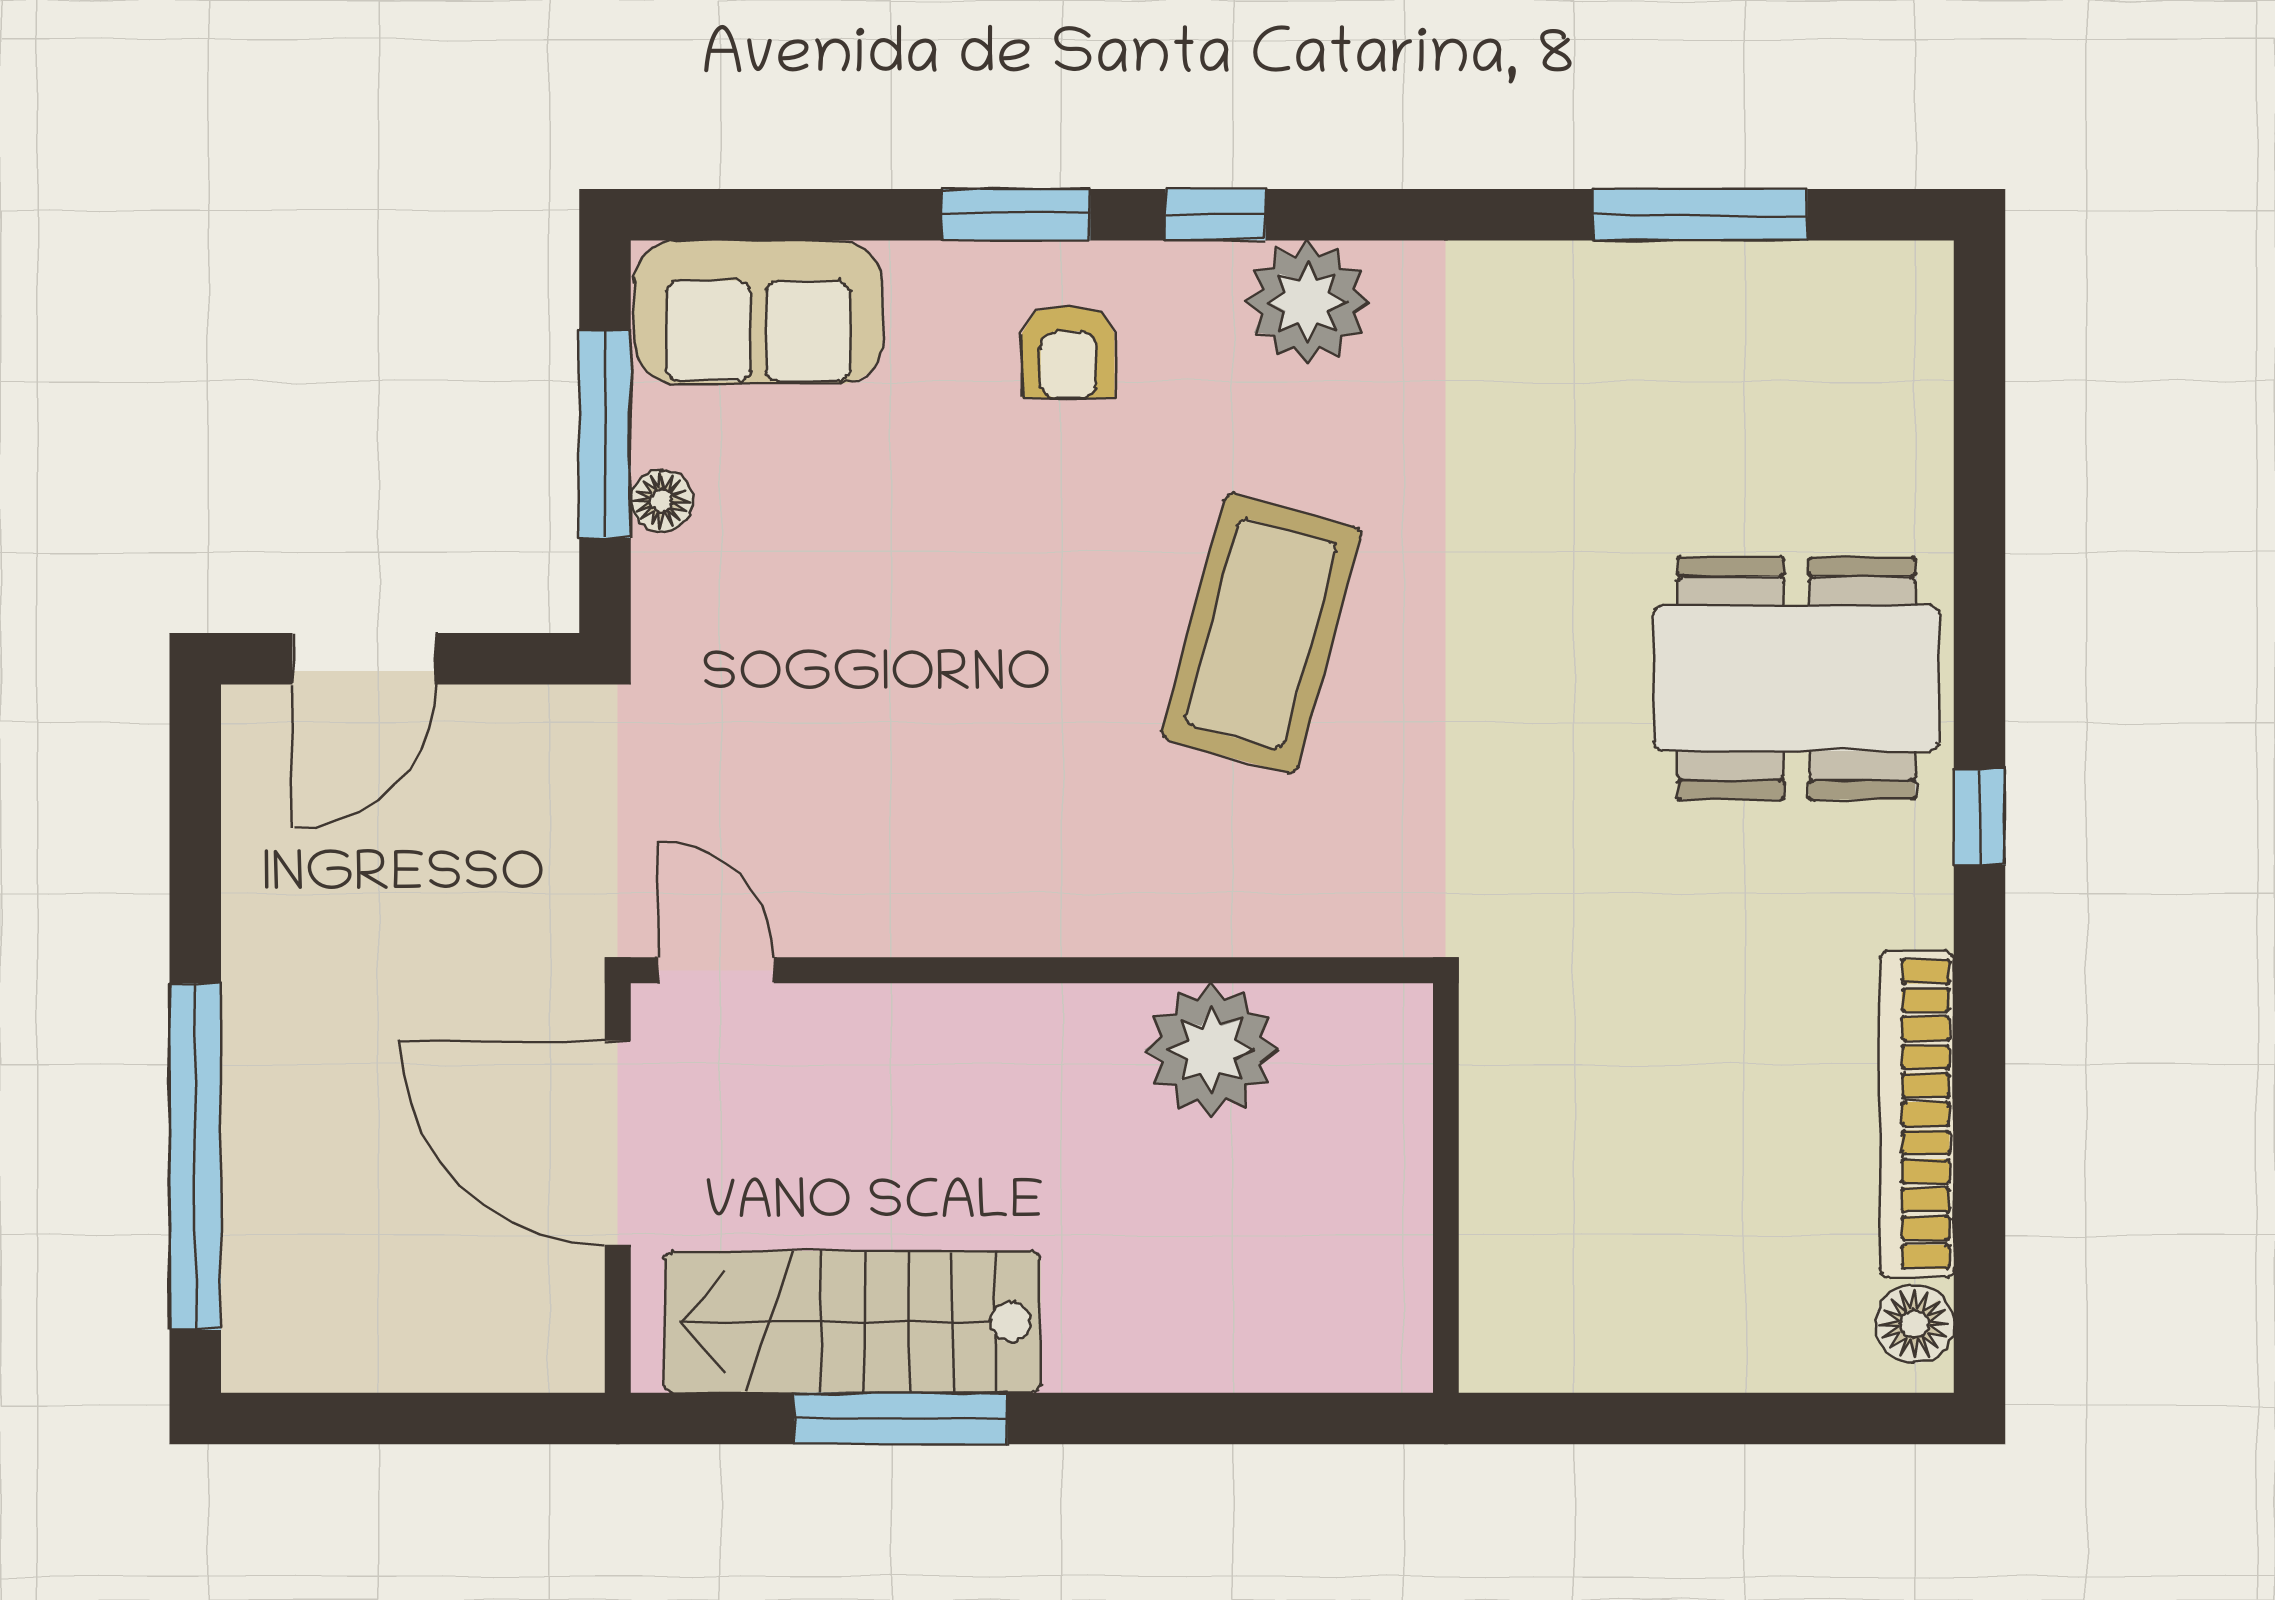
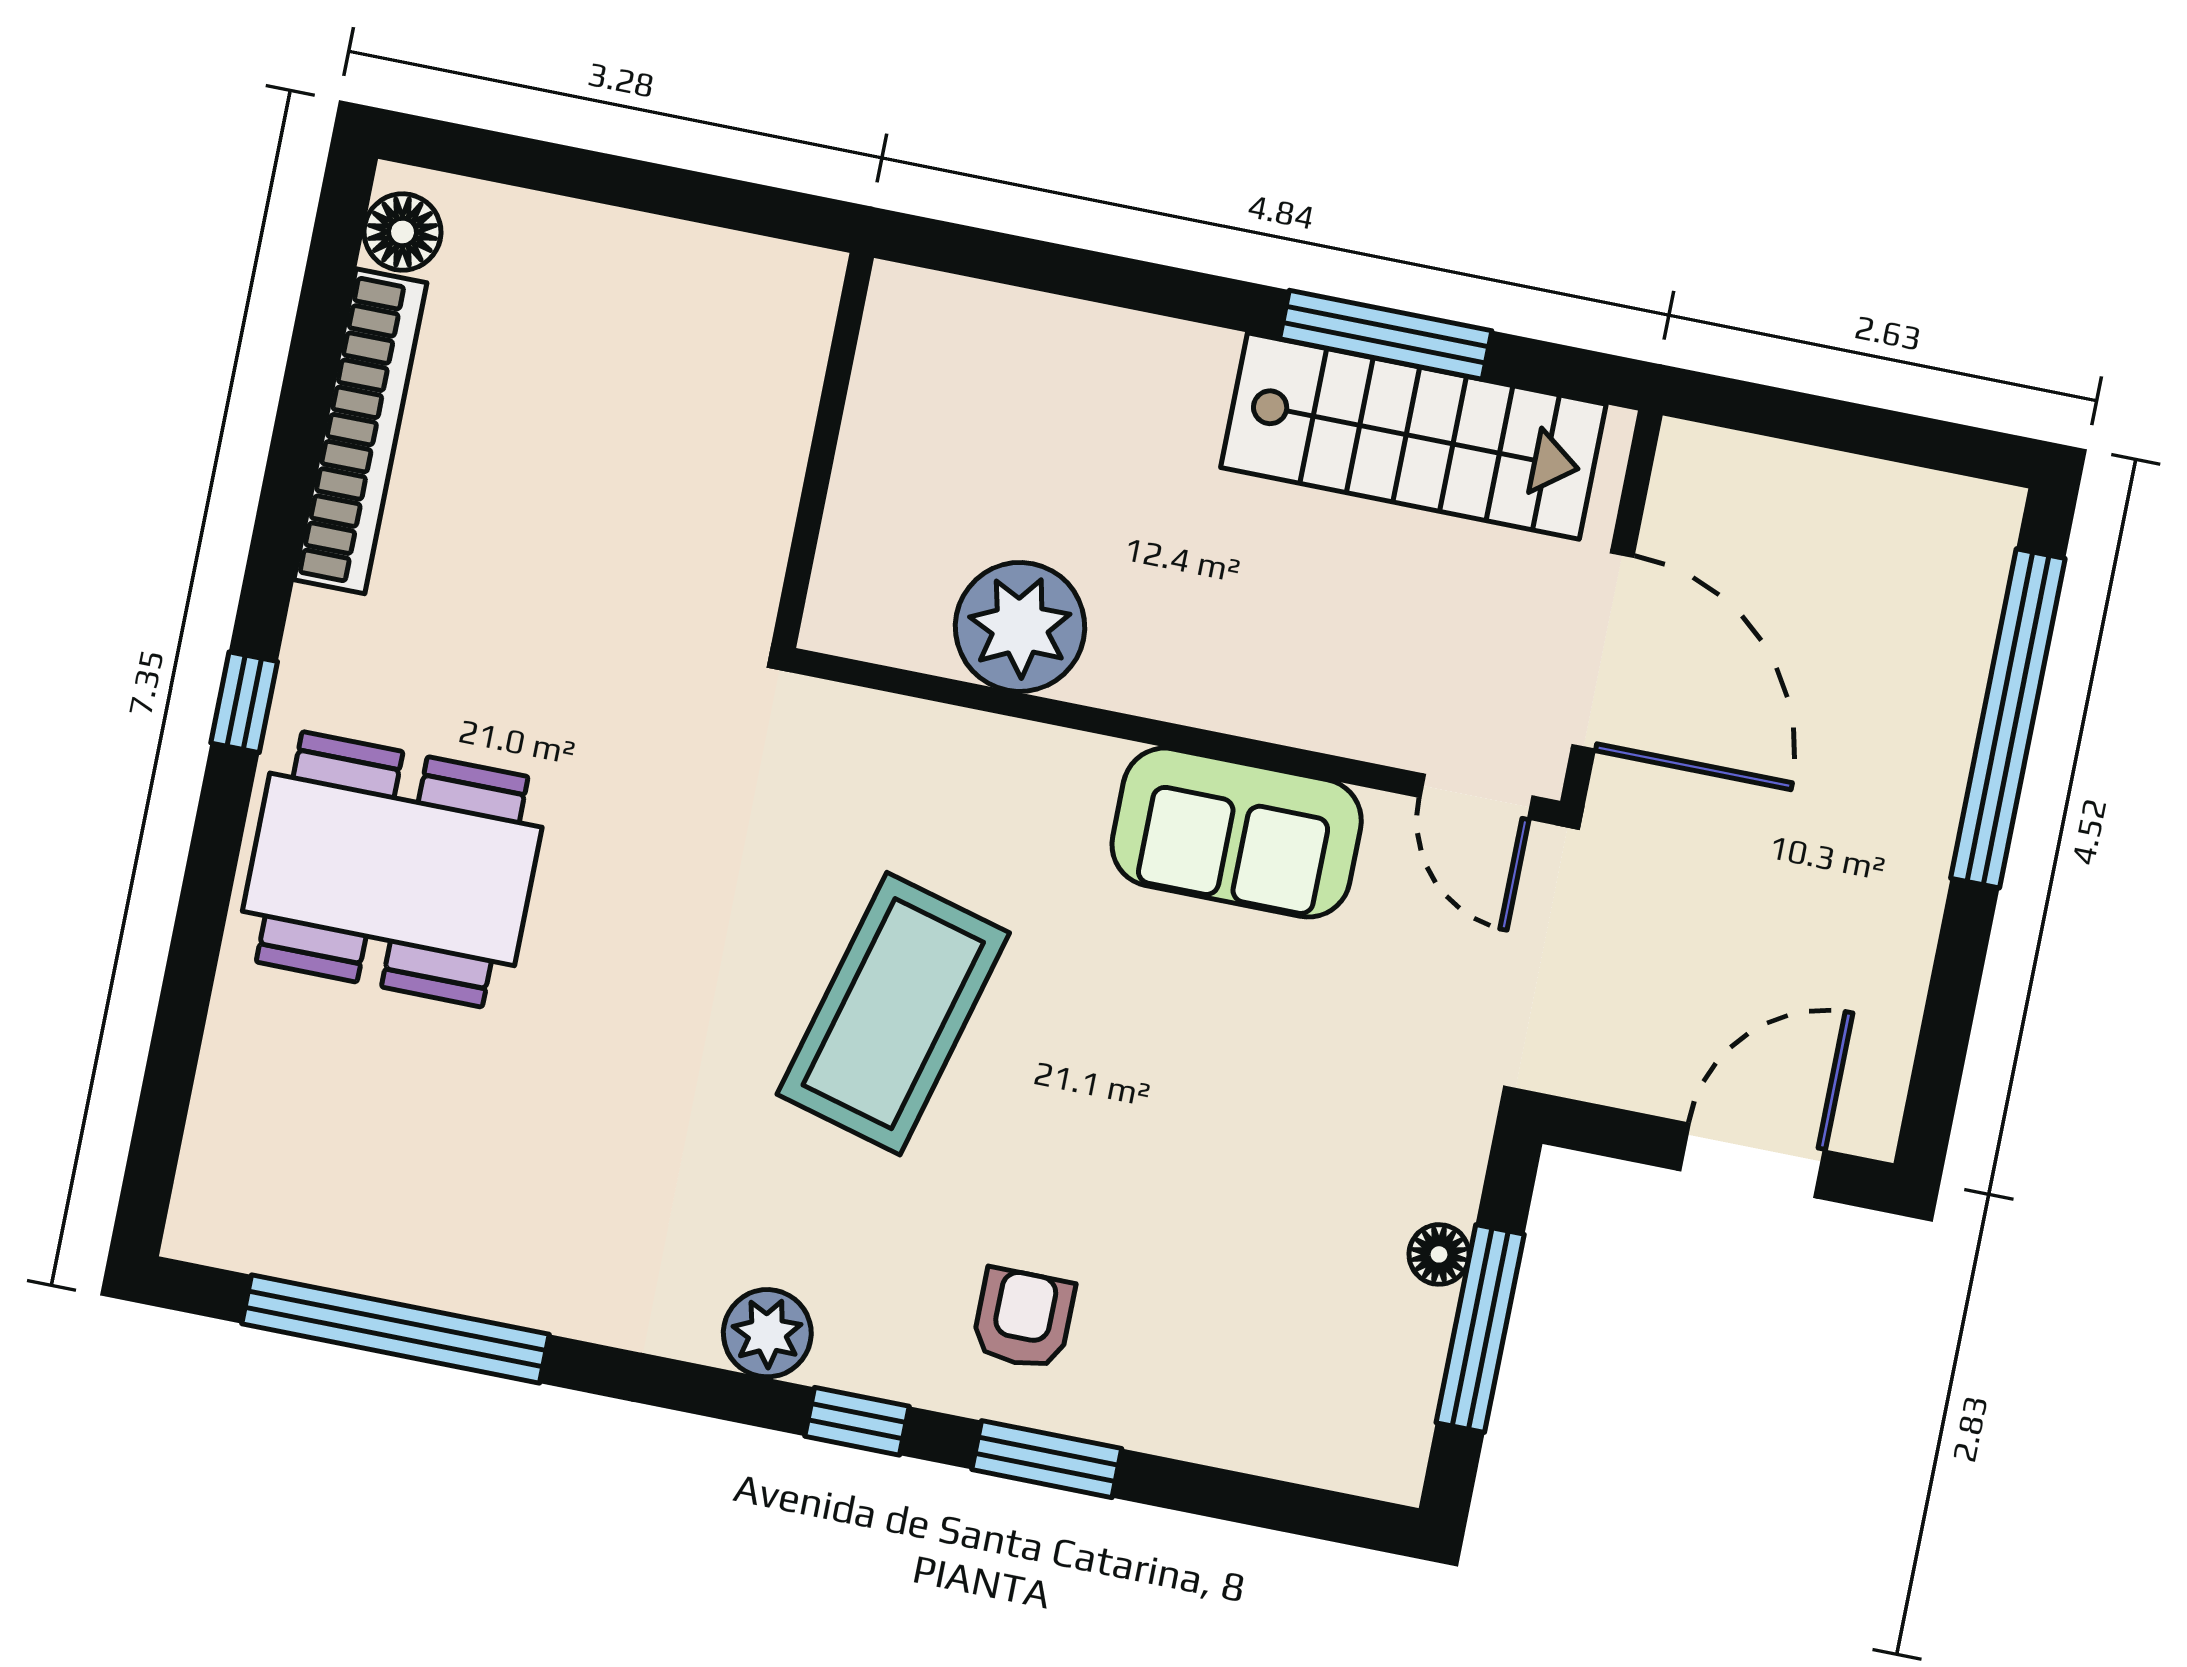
window: (1700, 215) -> (396, 1329), width x1.46
plant: (1307, 302) -> (767, 1333), width x0.73, depth x0.73
sofa: (758, 312) -> (1237, 833), moved, turned 180

